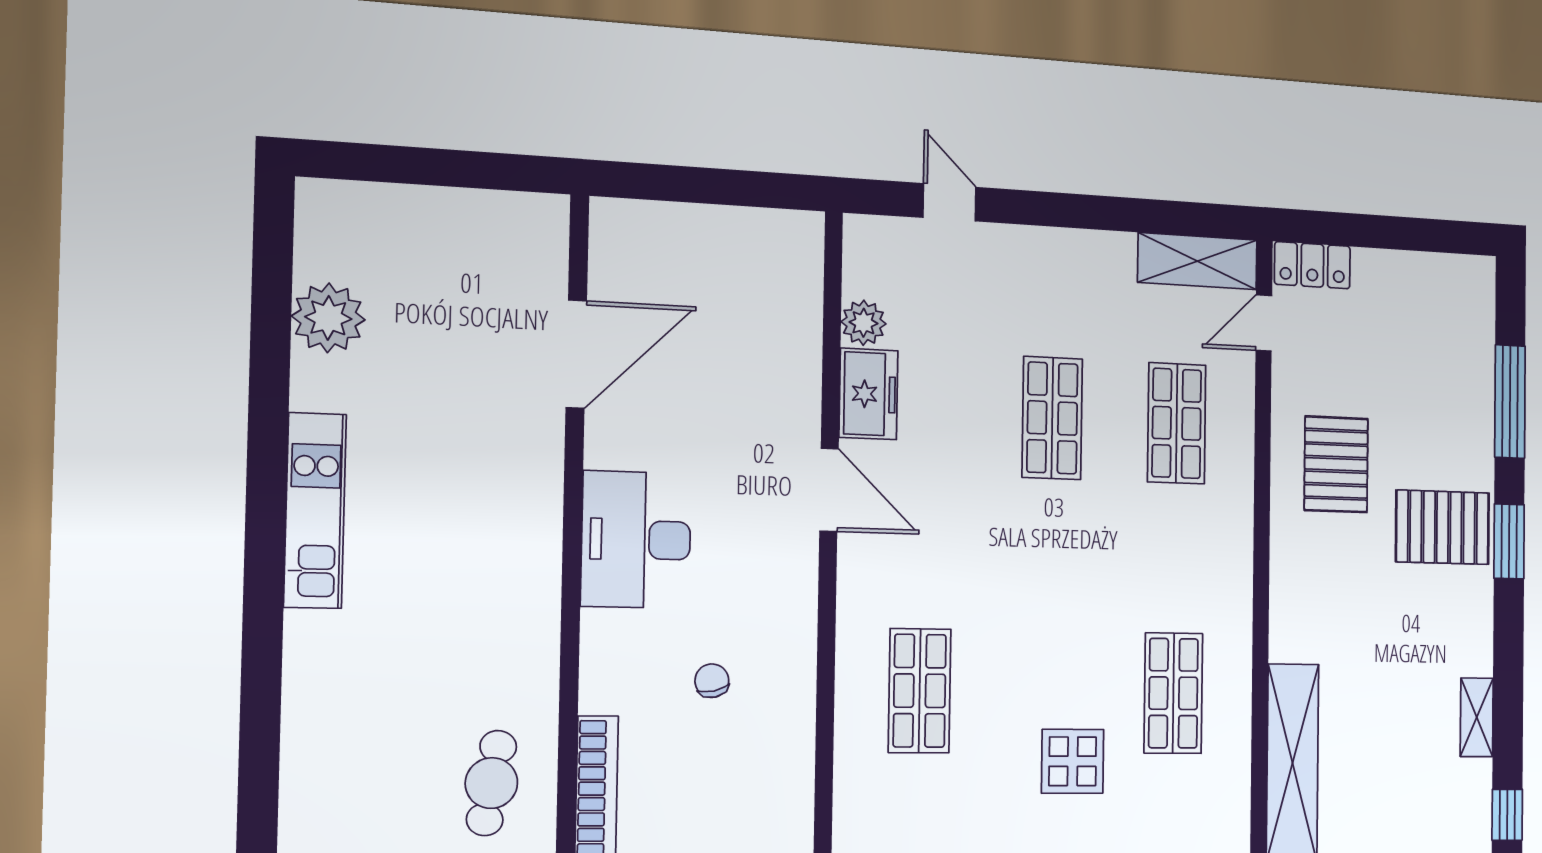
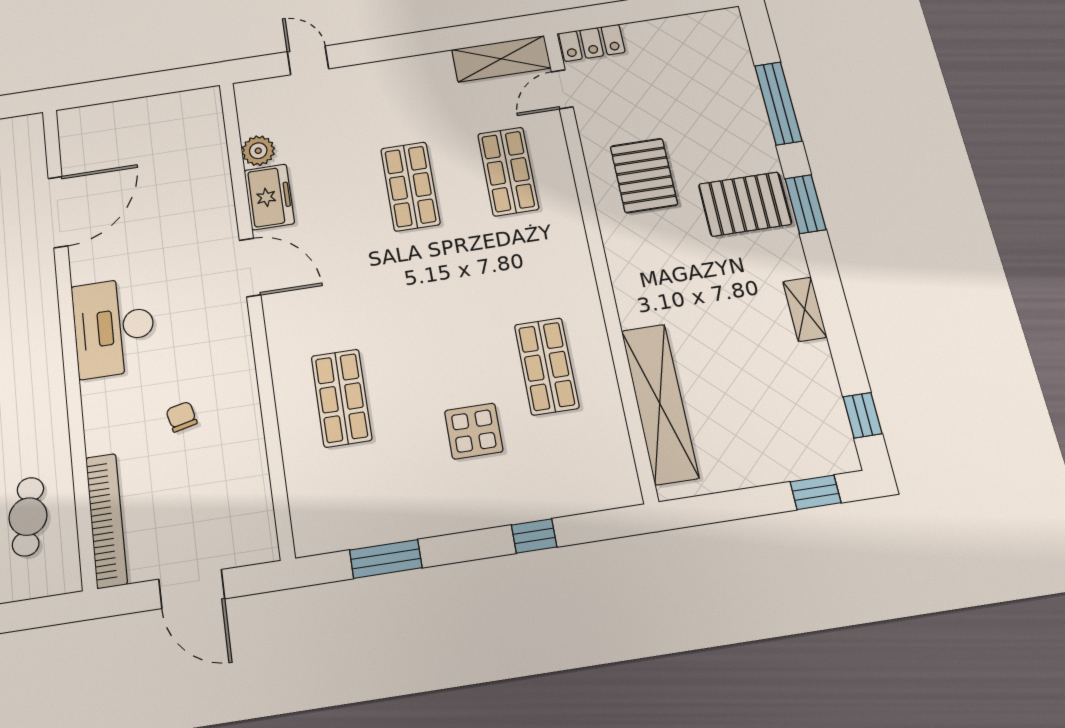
shelving: (1477, 717) -> (805, 309), moved

